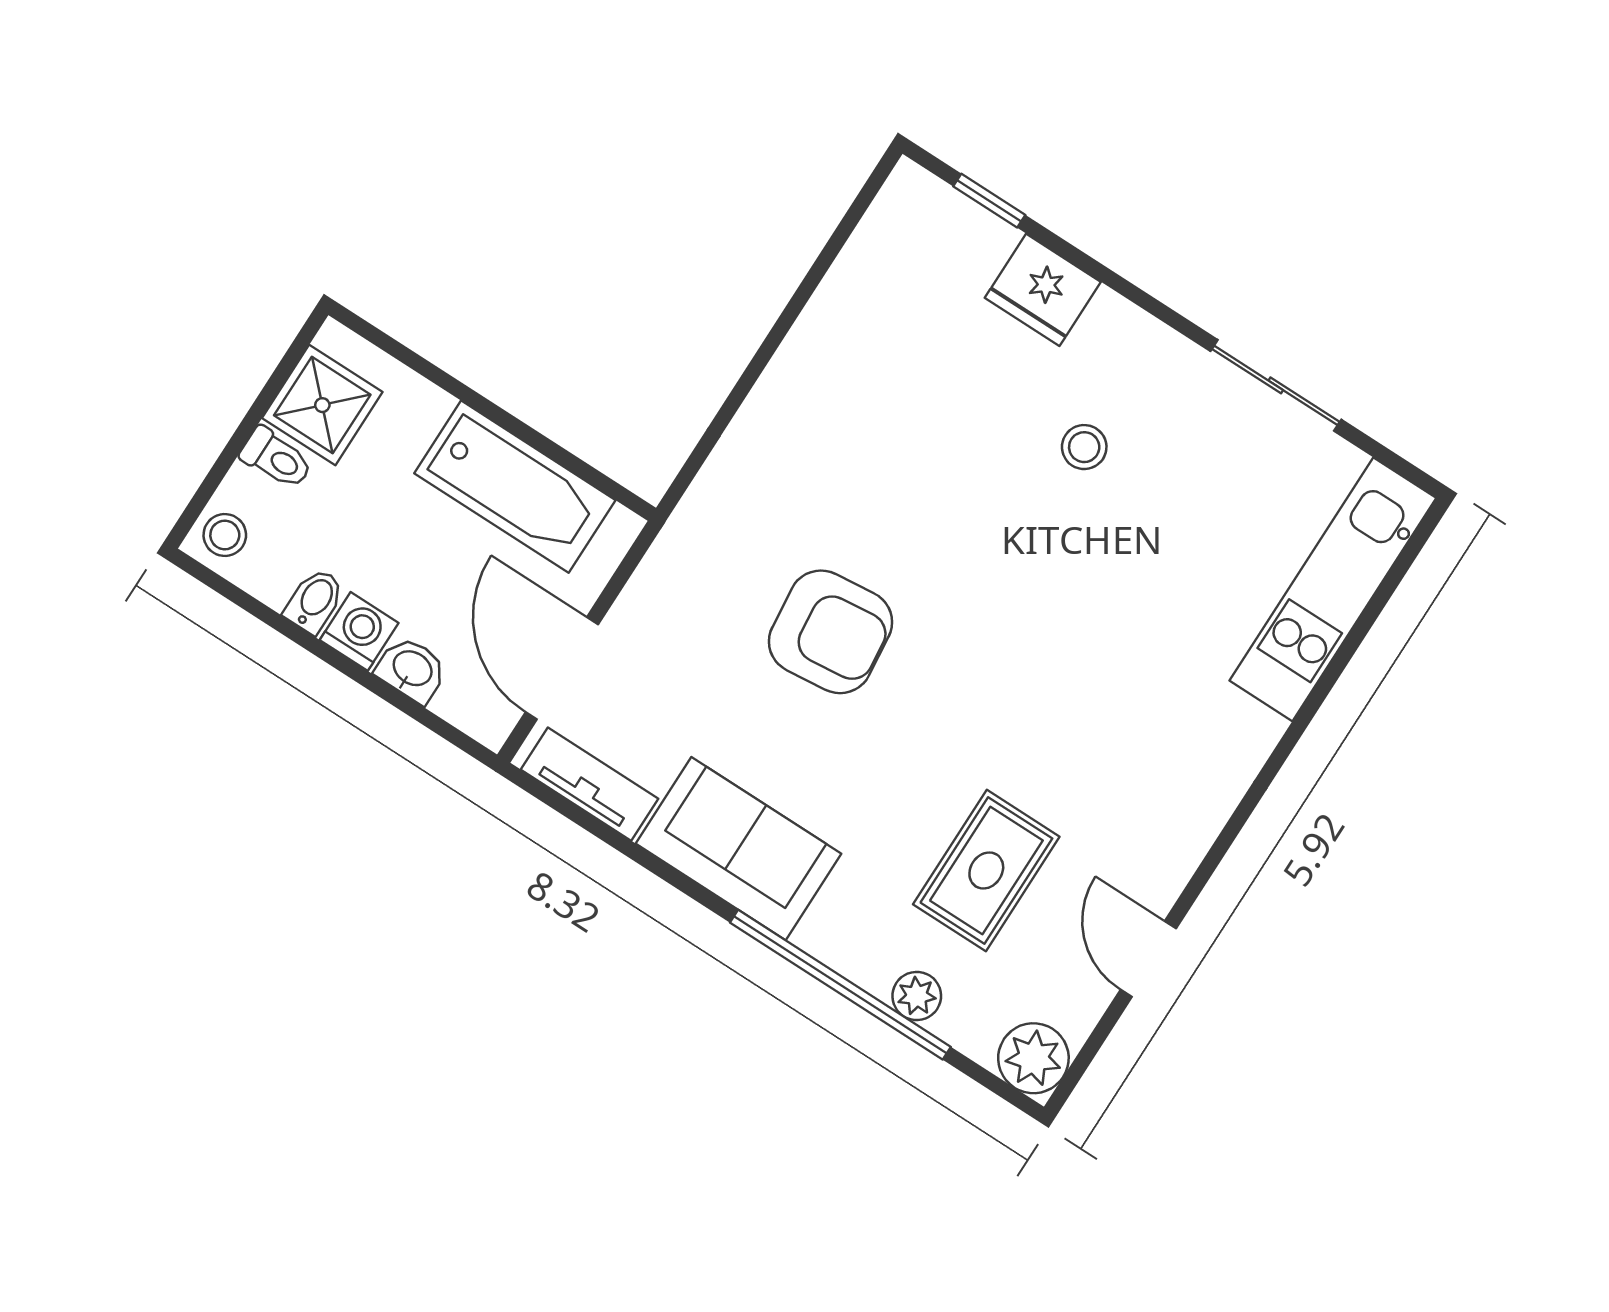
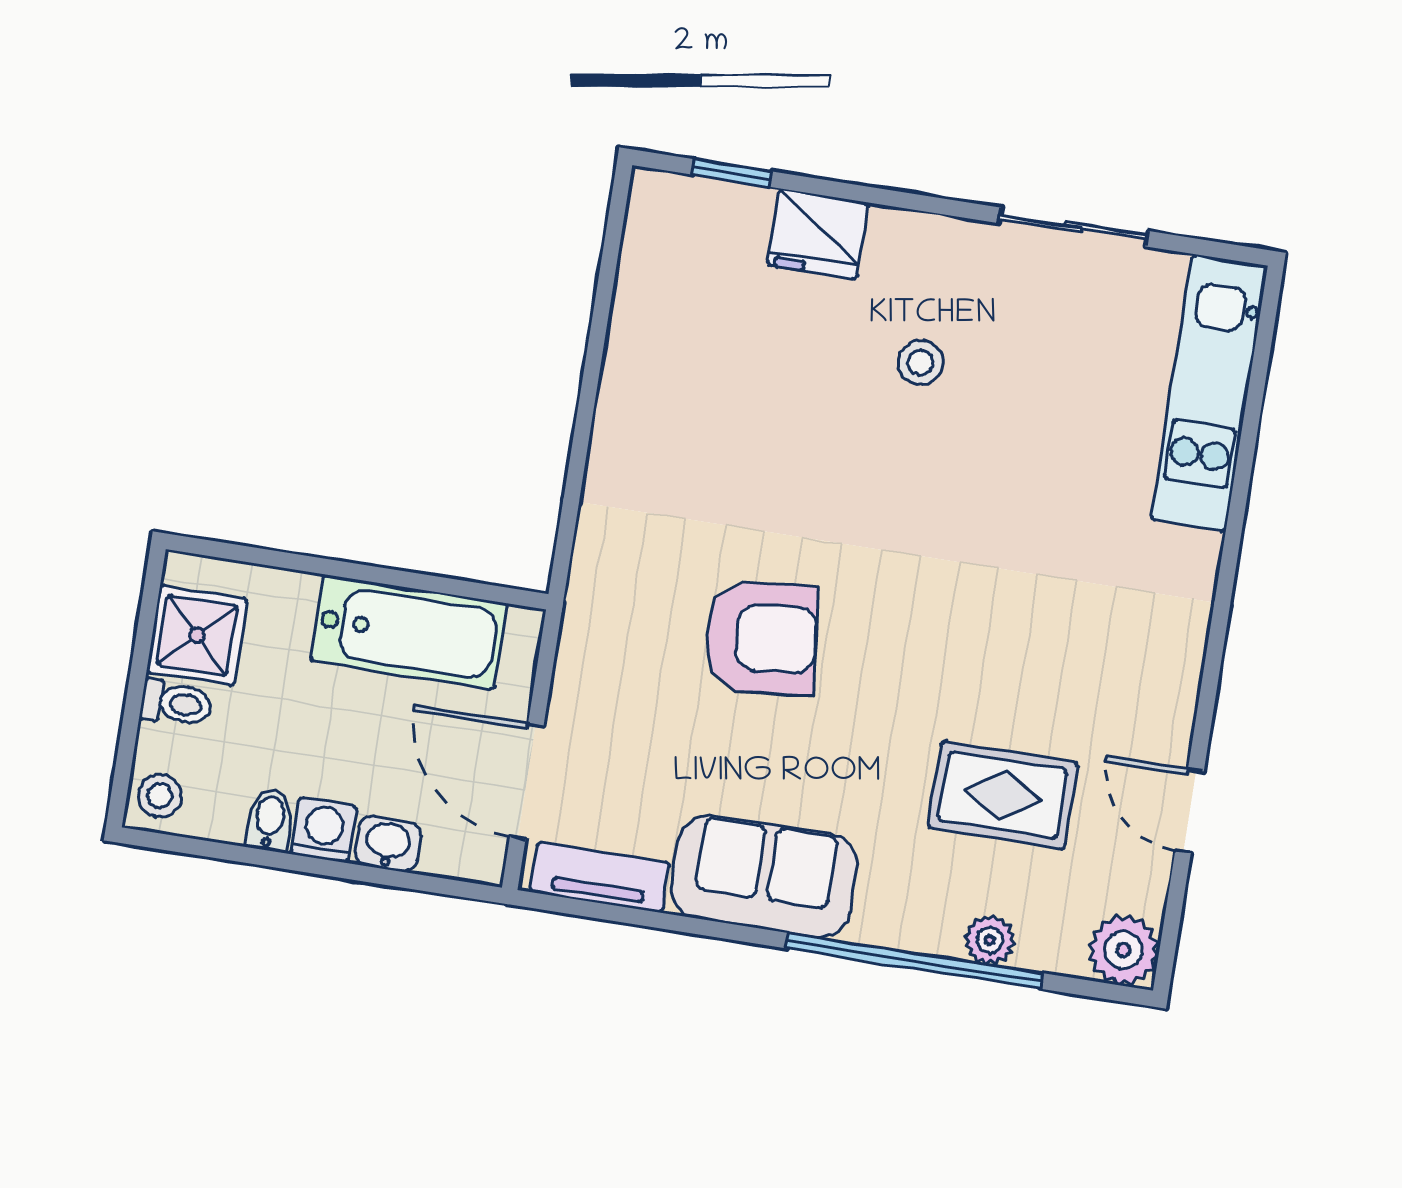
rug: (986, 870) -> (1003, 795), turned 90

